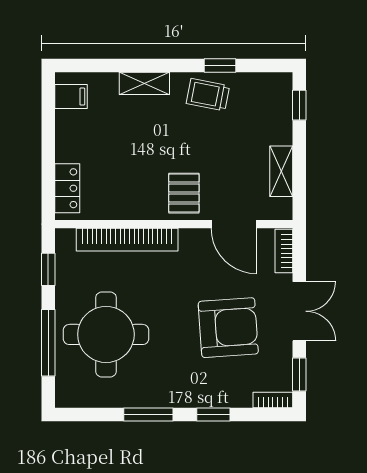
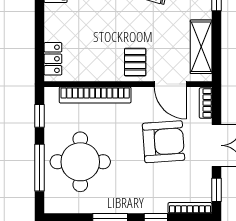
shelving: (281, 171) -> (201, 47), width x1.50, depth x1.33
armchair: (228, 328) -> (164, 142), moved
bookcase: (273, 400) -> (190, 208), width x1.56

